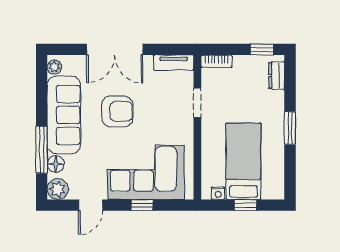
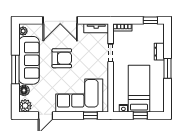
dresser: (277, 75) -> (159, 52), moved
window: (42, 150) -> (15, 69), moved
window: (142, 205) -> (90, 116), moved

